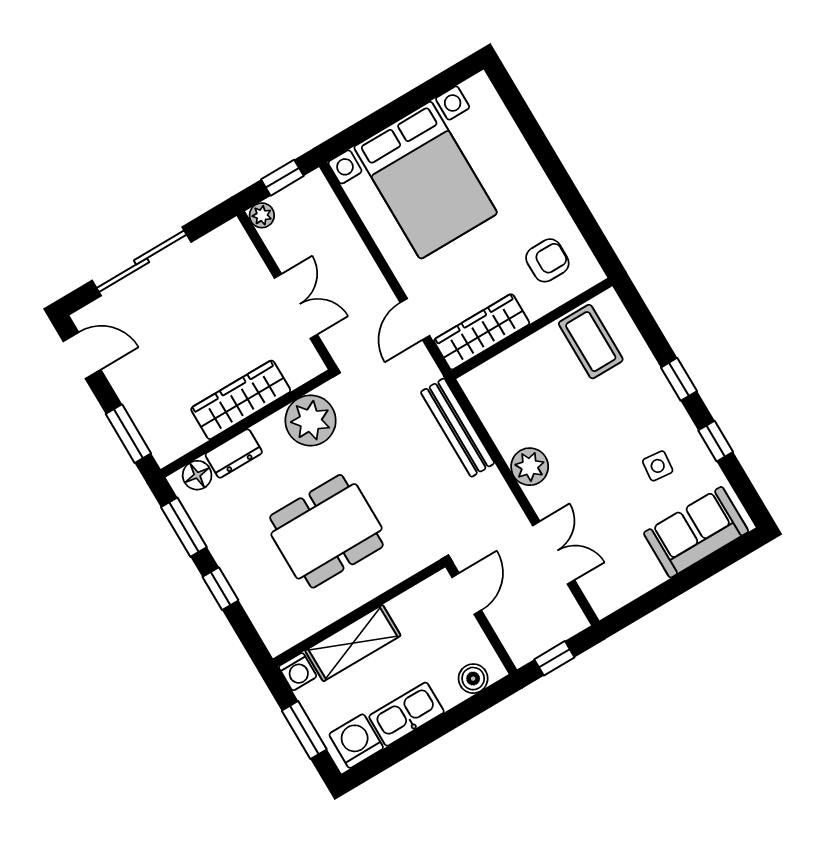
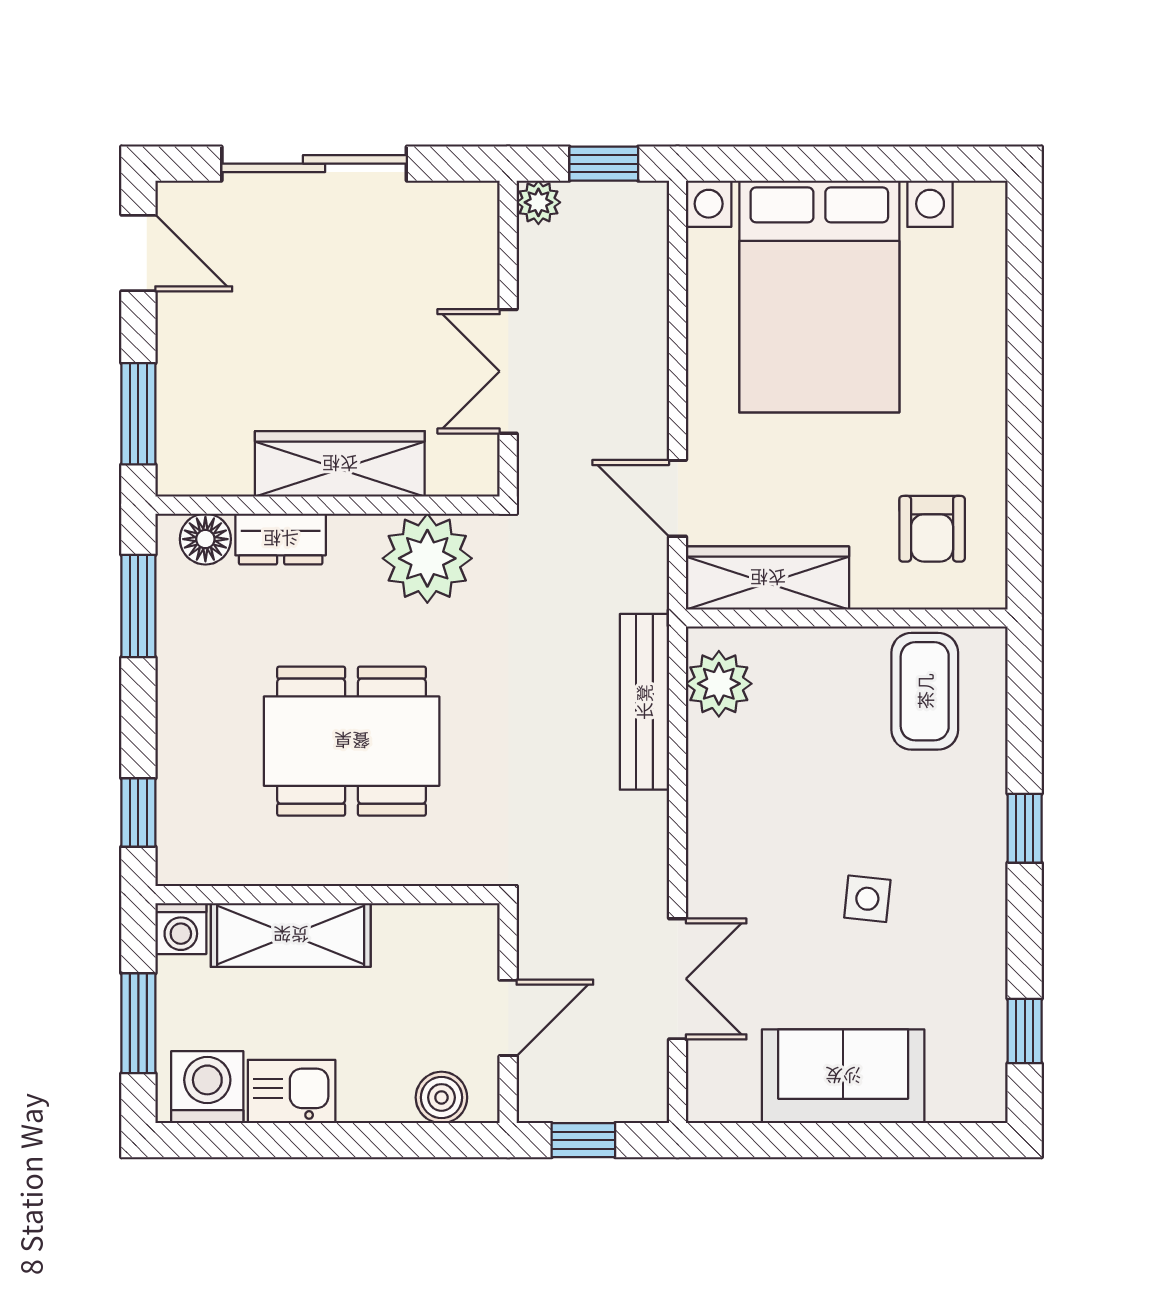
armchair: (547, 260) -> (932, 529), turned 90
double door: (296, 306) -> (508, 371), swing flipped
door: (415, 319) -> (678, 498), hinge flipped
window: (716, 441) -> (1025, 1031), moved
side table: (658, 466) -> (867, 899), moved
plant: (530, 467) -> (719, 684), moved
sofa: (696, 532) -> (843, 1076), moved
window: (220, 589) -> (138, 813), moved
door: (467, 594) -> (508, 1018), moved
kitchen sink: (406, 714) -> (292, 1092), width x0.73

